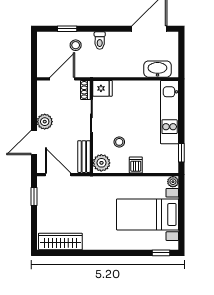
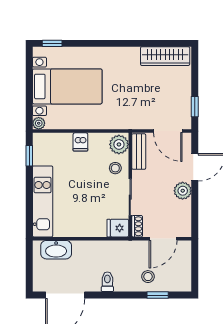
toilet: (100, 41) -> (107, 282), moved
stool: (119, 142) -> (115, 168), moved

